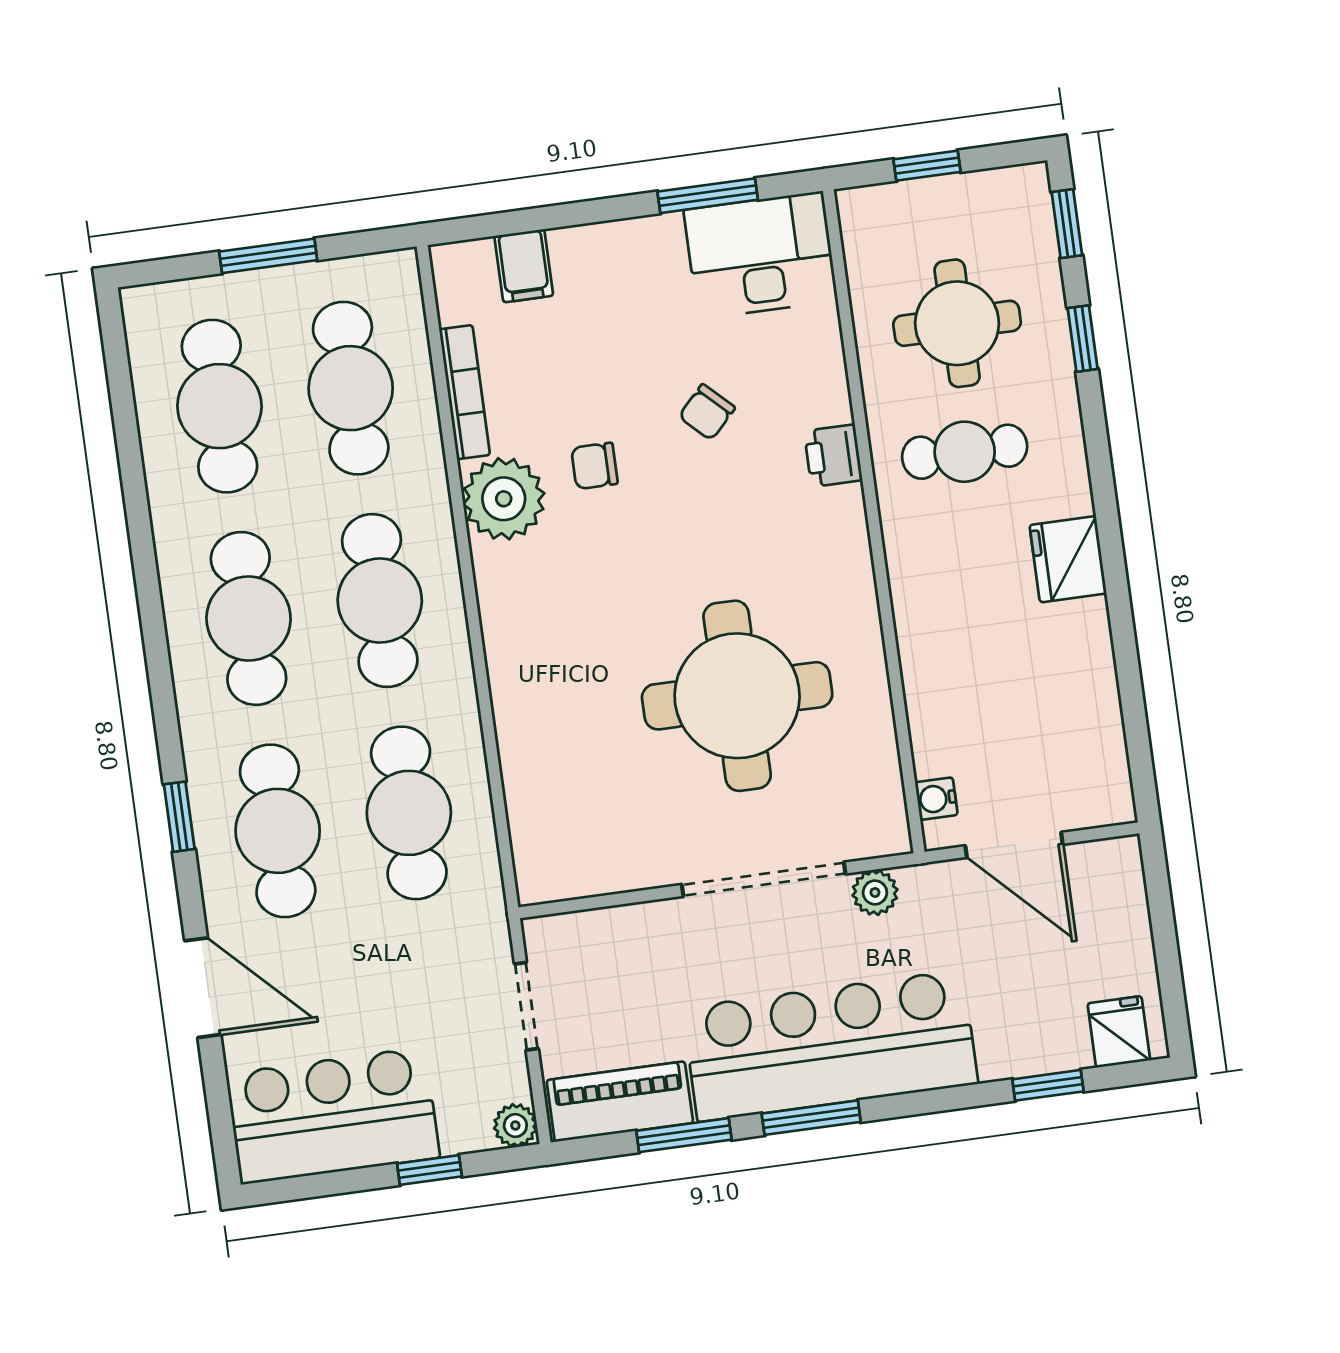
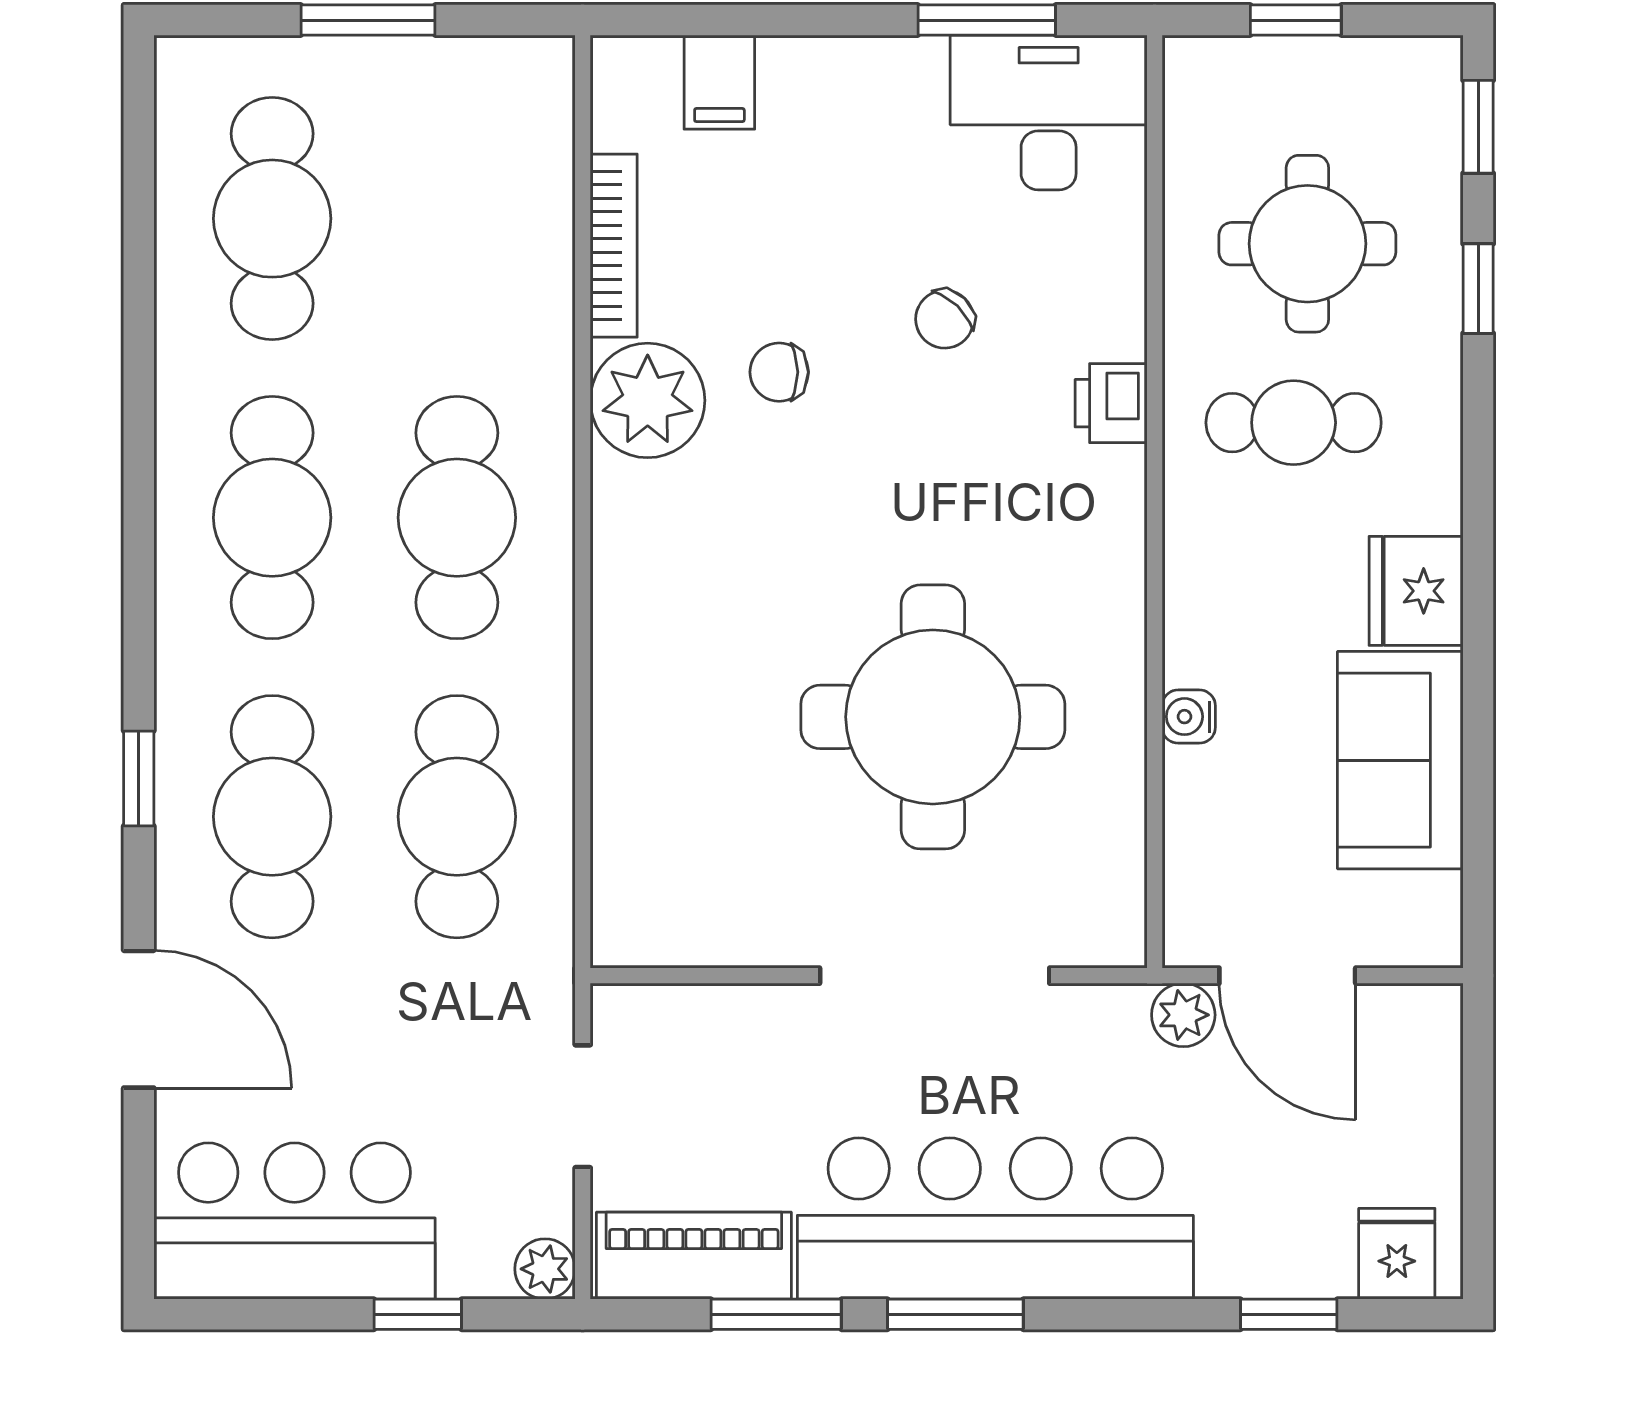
cafe table: (351, 388) -> (457, 219), removed
sofa: (1073, 681) -> (1400, 760), added
water cooler: (936, 799) -> (1189, 717), moved
plant: (875, 892) -> (1183, 1015), moved

